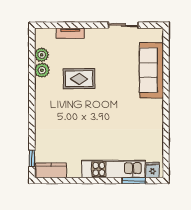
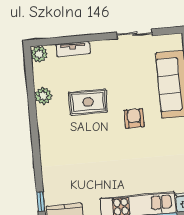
plant: (42, 55) -> (39, 54), moved
armchair: (116, 96) -> (134, 118), added

